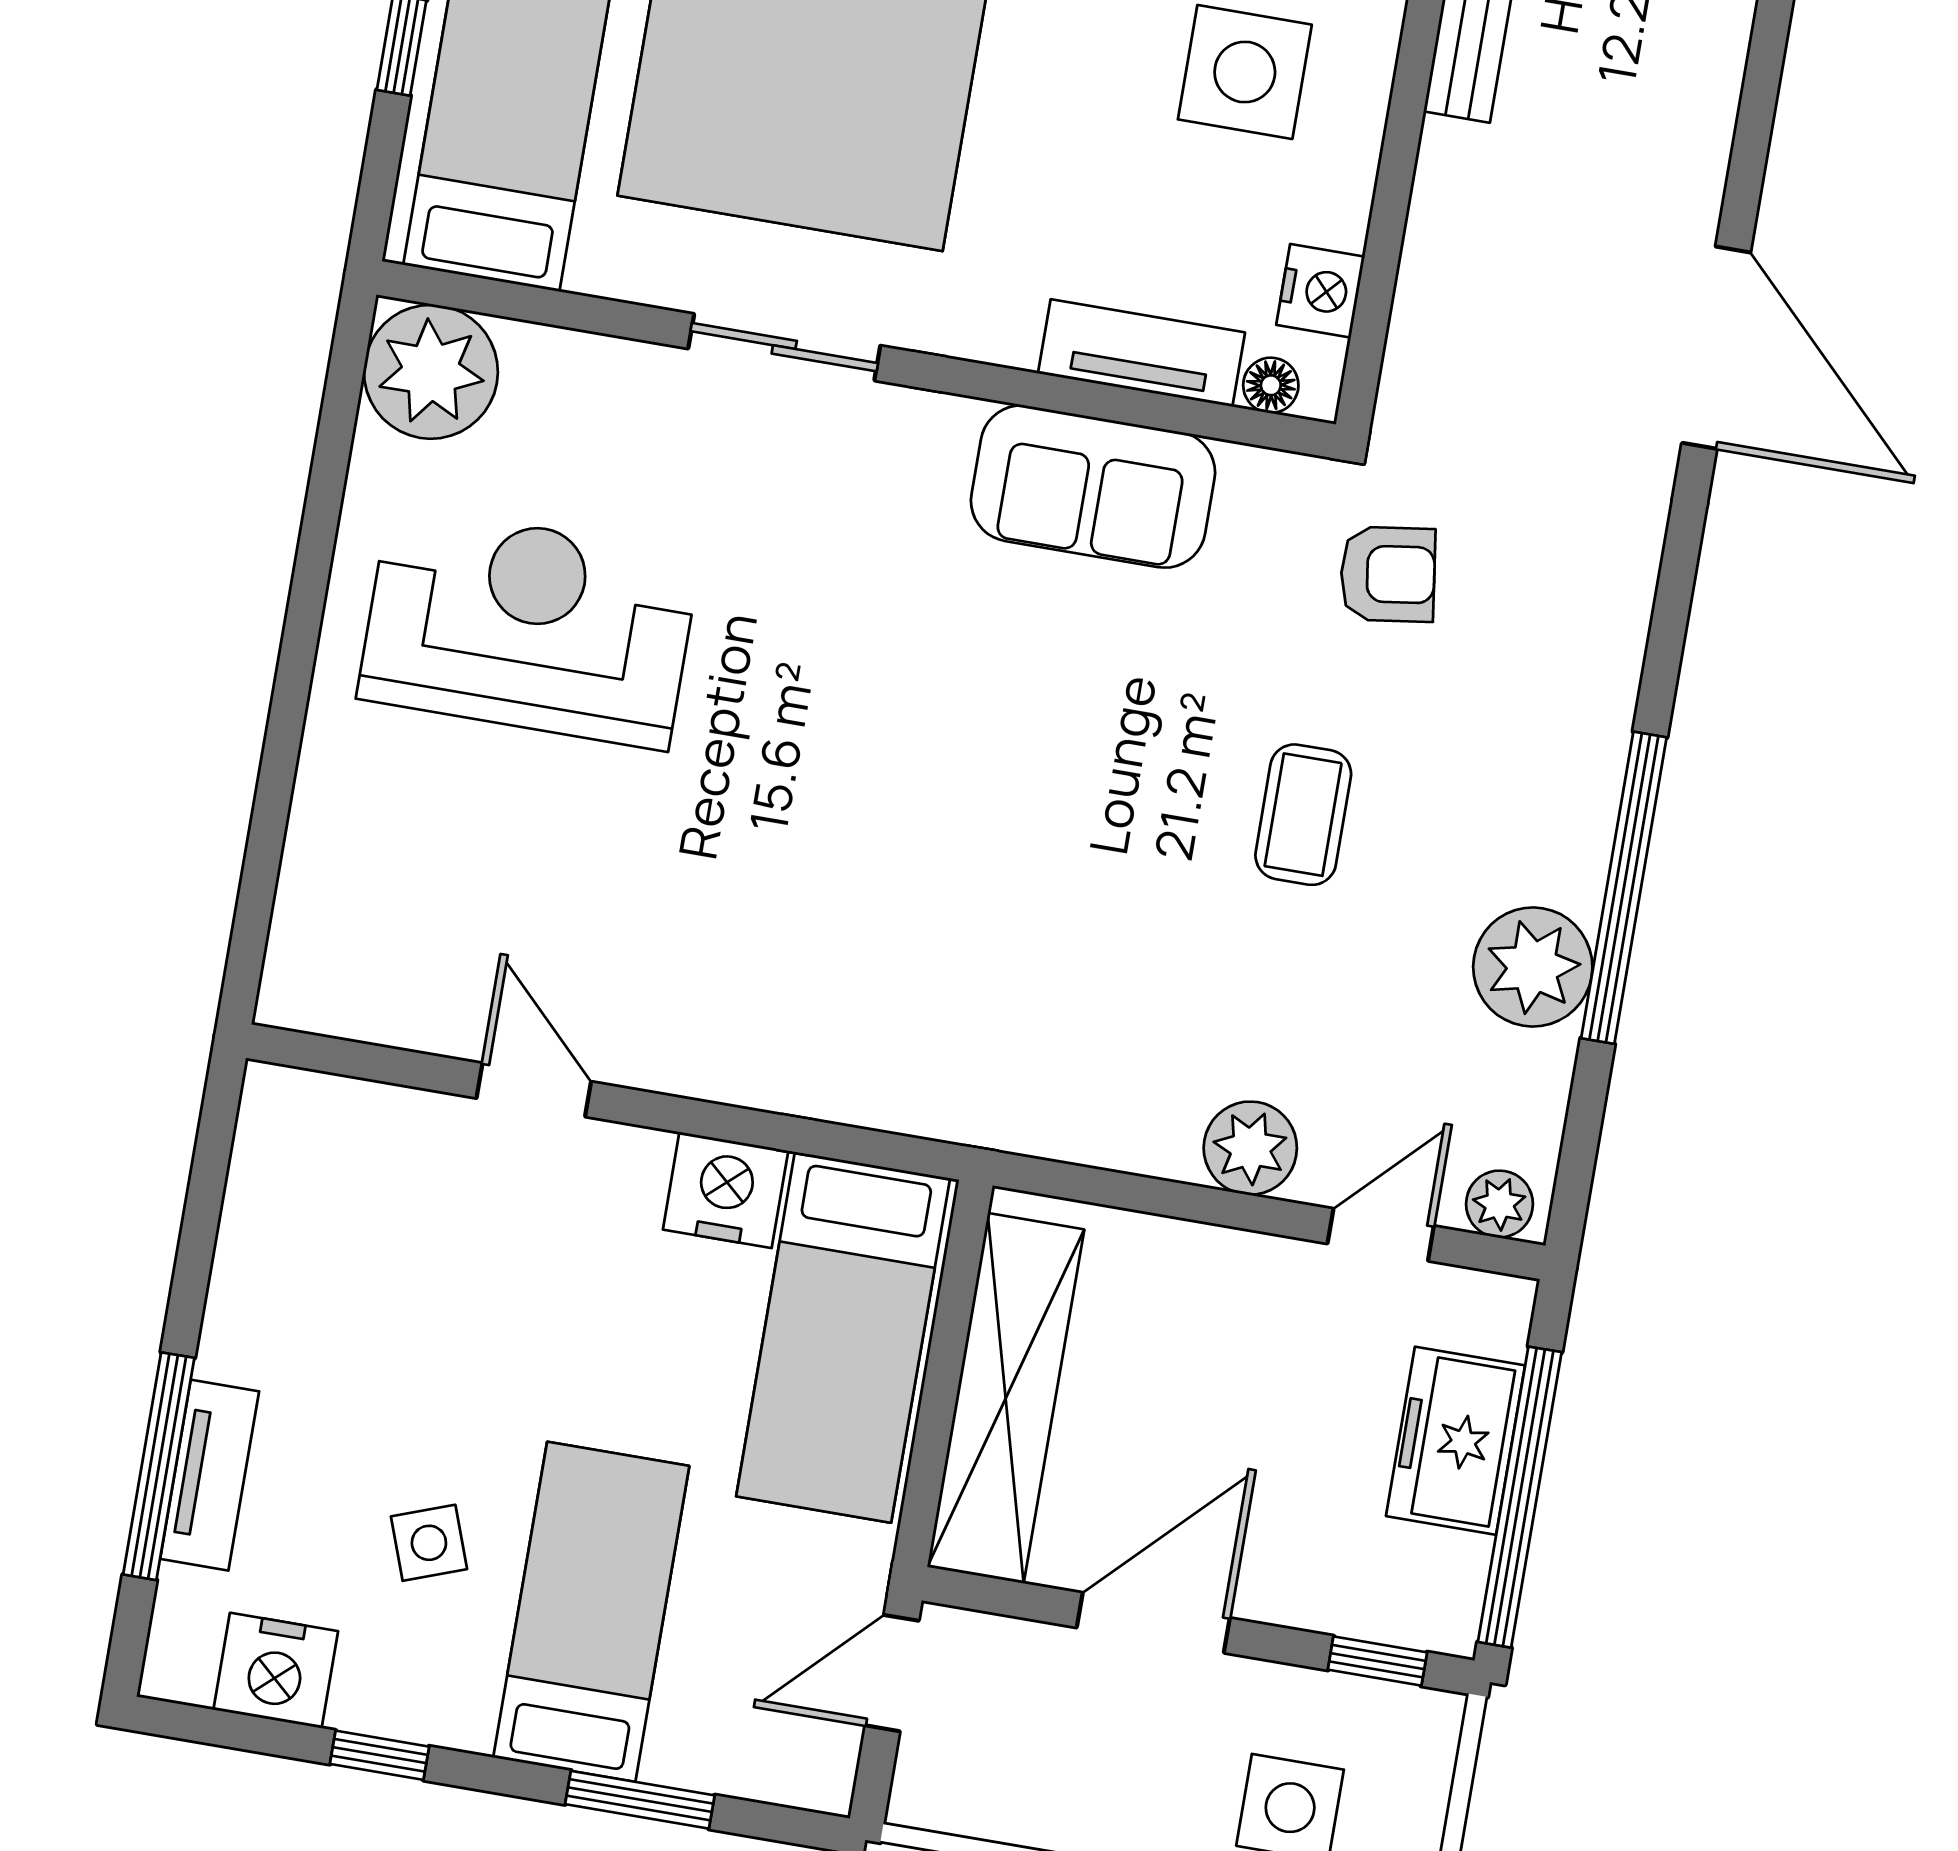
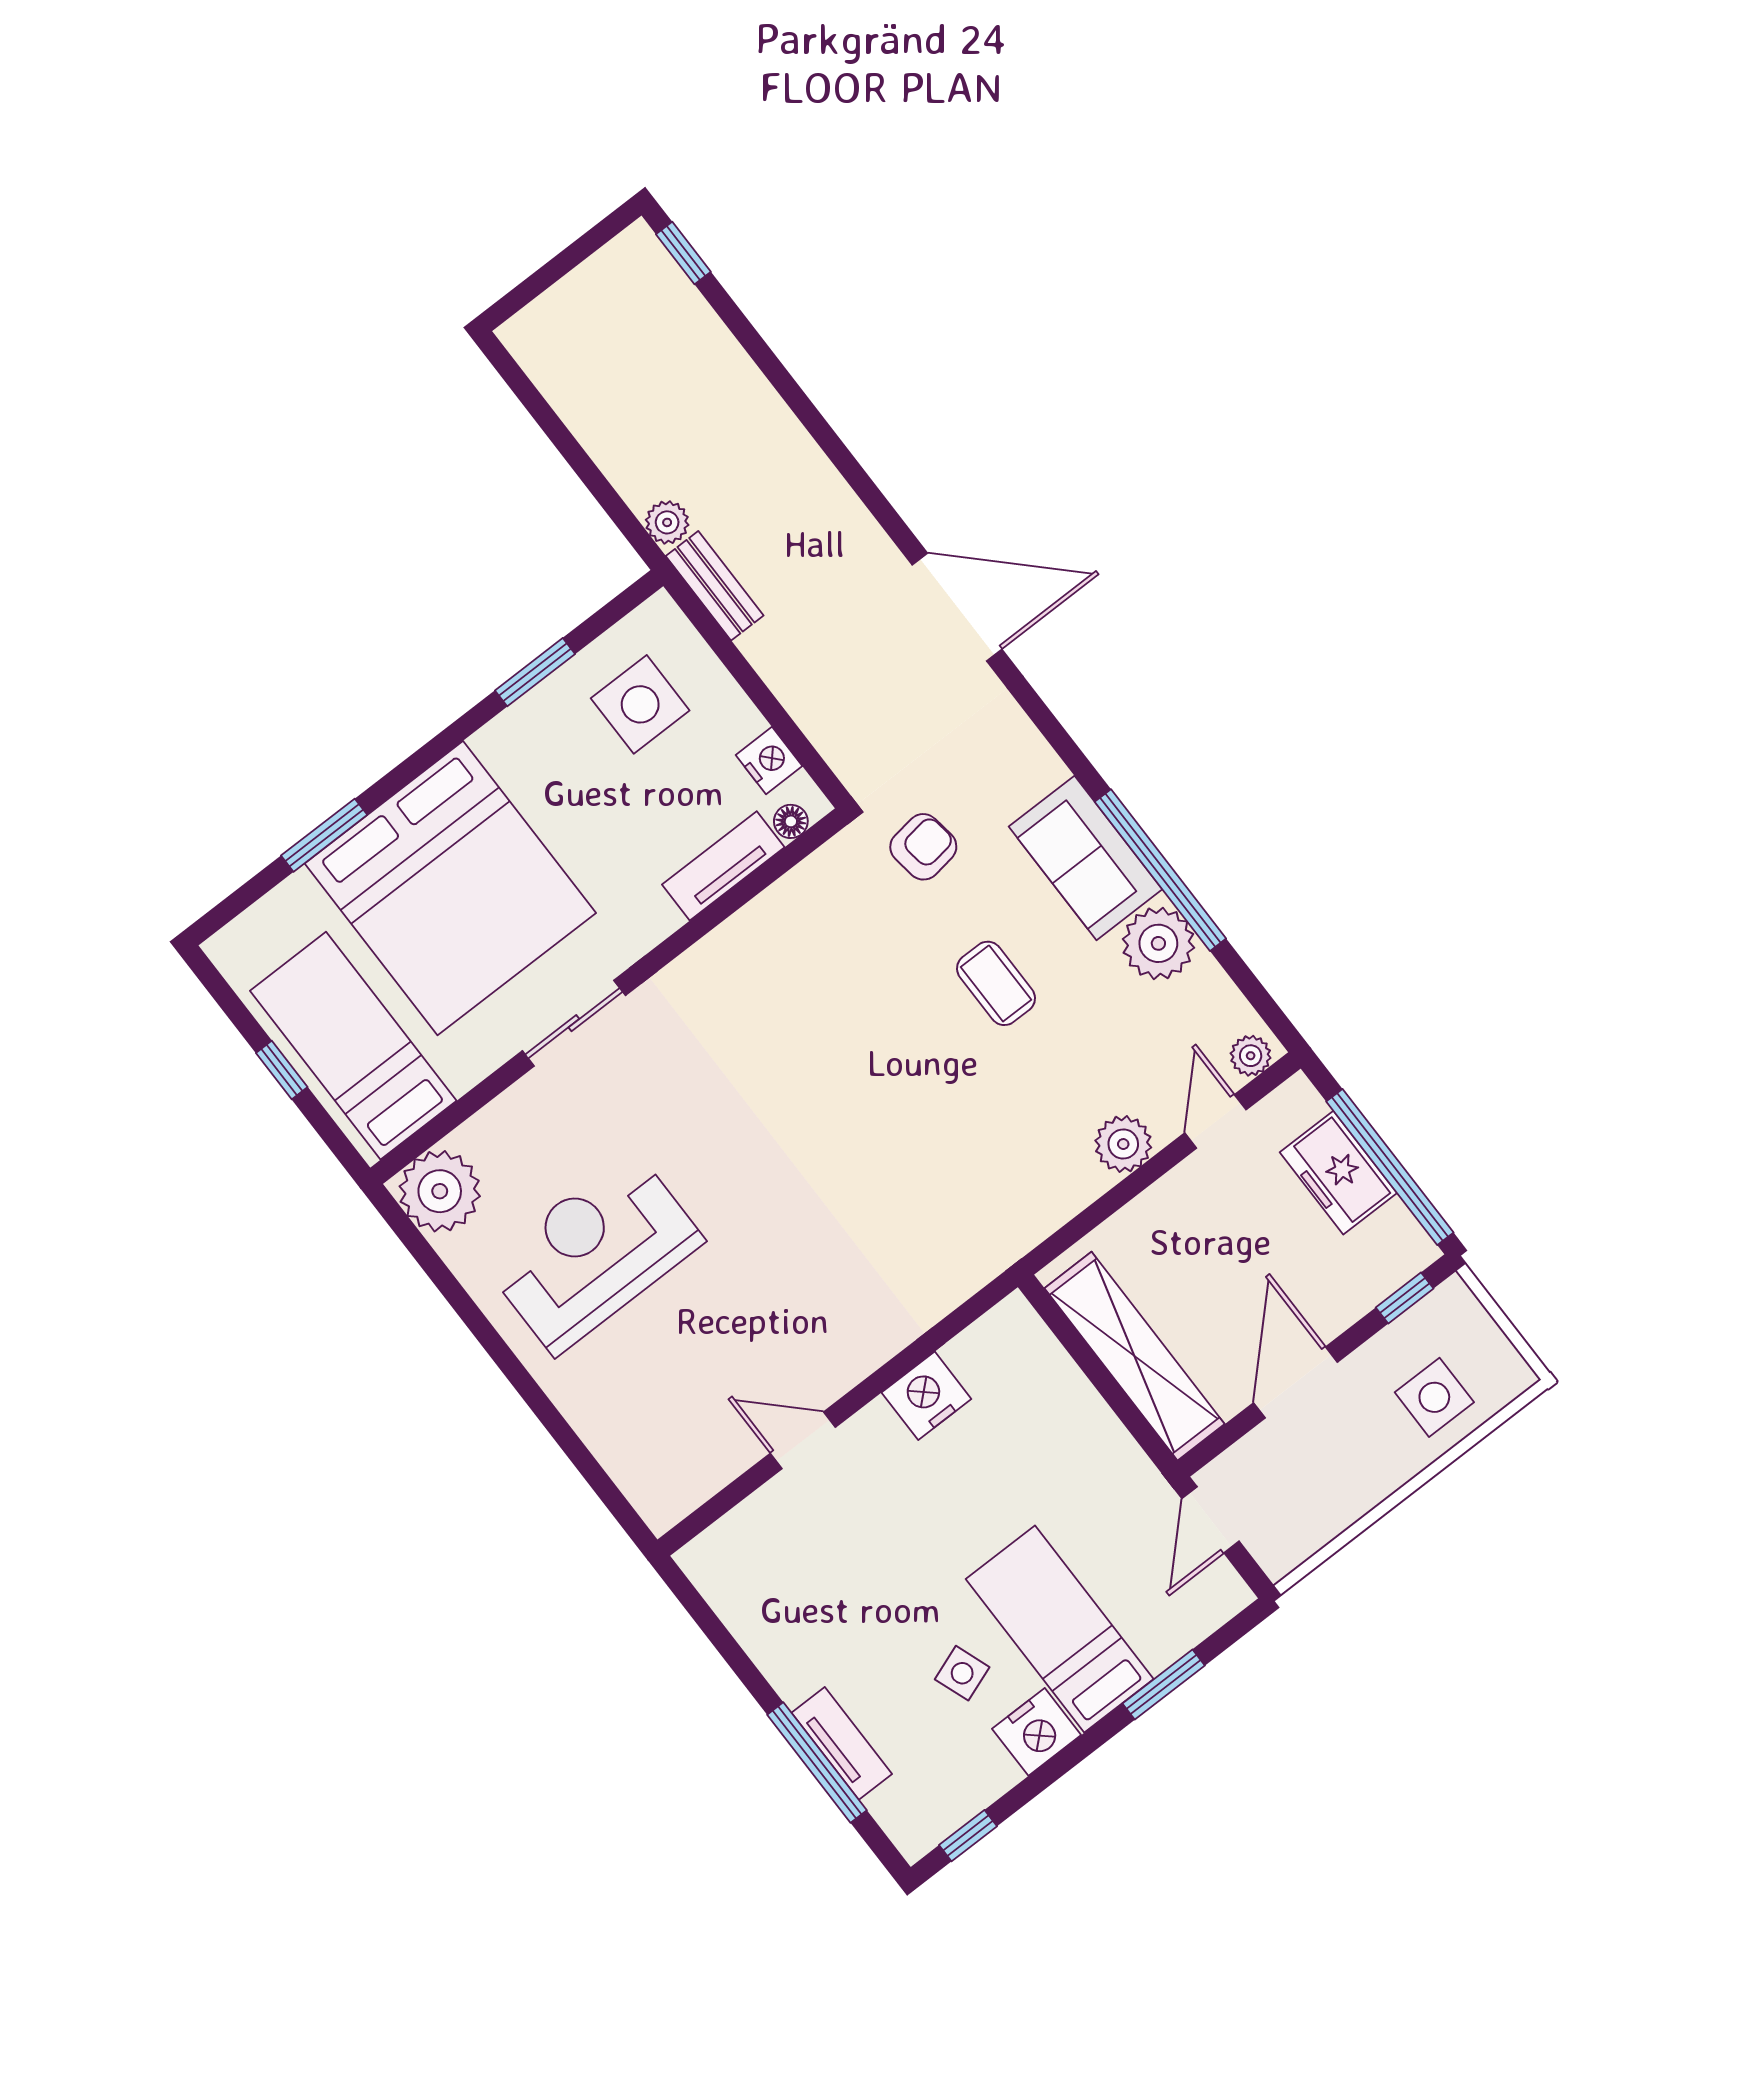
sofa: (1093, 487) -> (1085, 858), moved, turned 90
bed: (843, 1337) -> (1040, 1404), removed
nightstand: (276, 1670) -> (1037, 1732), moved
window: (380, 1755) -> (968, 1836), moved

